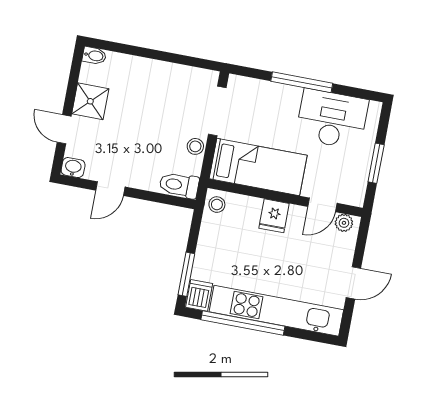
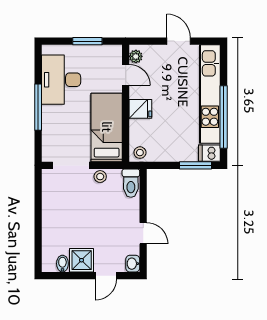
bidet: (94, 56) -> (62, 264), moved

